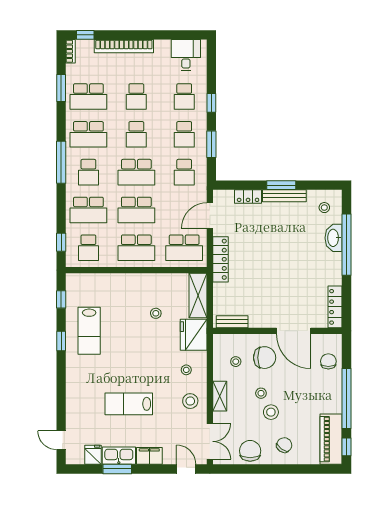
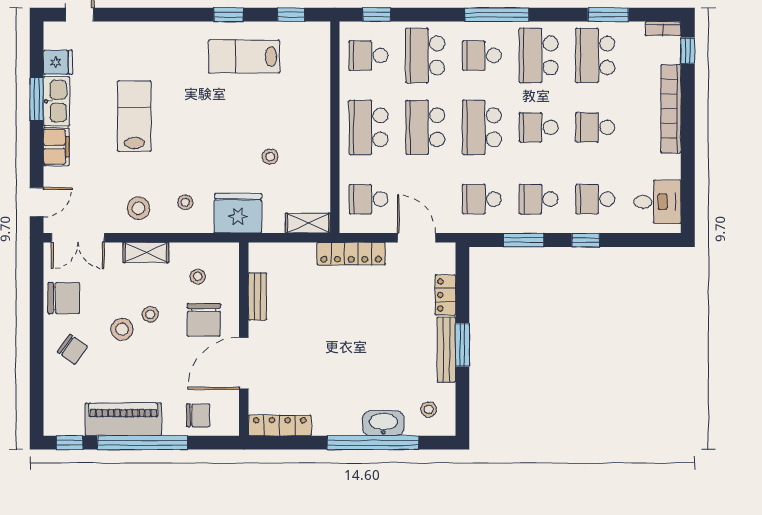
school desk: (184, 248) -> (368, 199), width x0.54
shelving: (198, 295) -> (308, 223), width x0.67, depth x0.75
bench: (232, 322) -> (257, 296), moved
piano: (331, 439) -> (123, 419), moved

